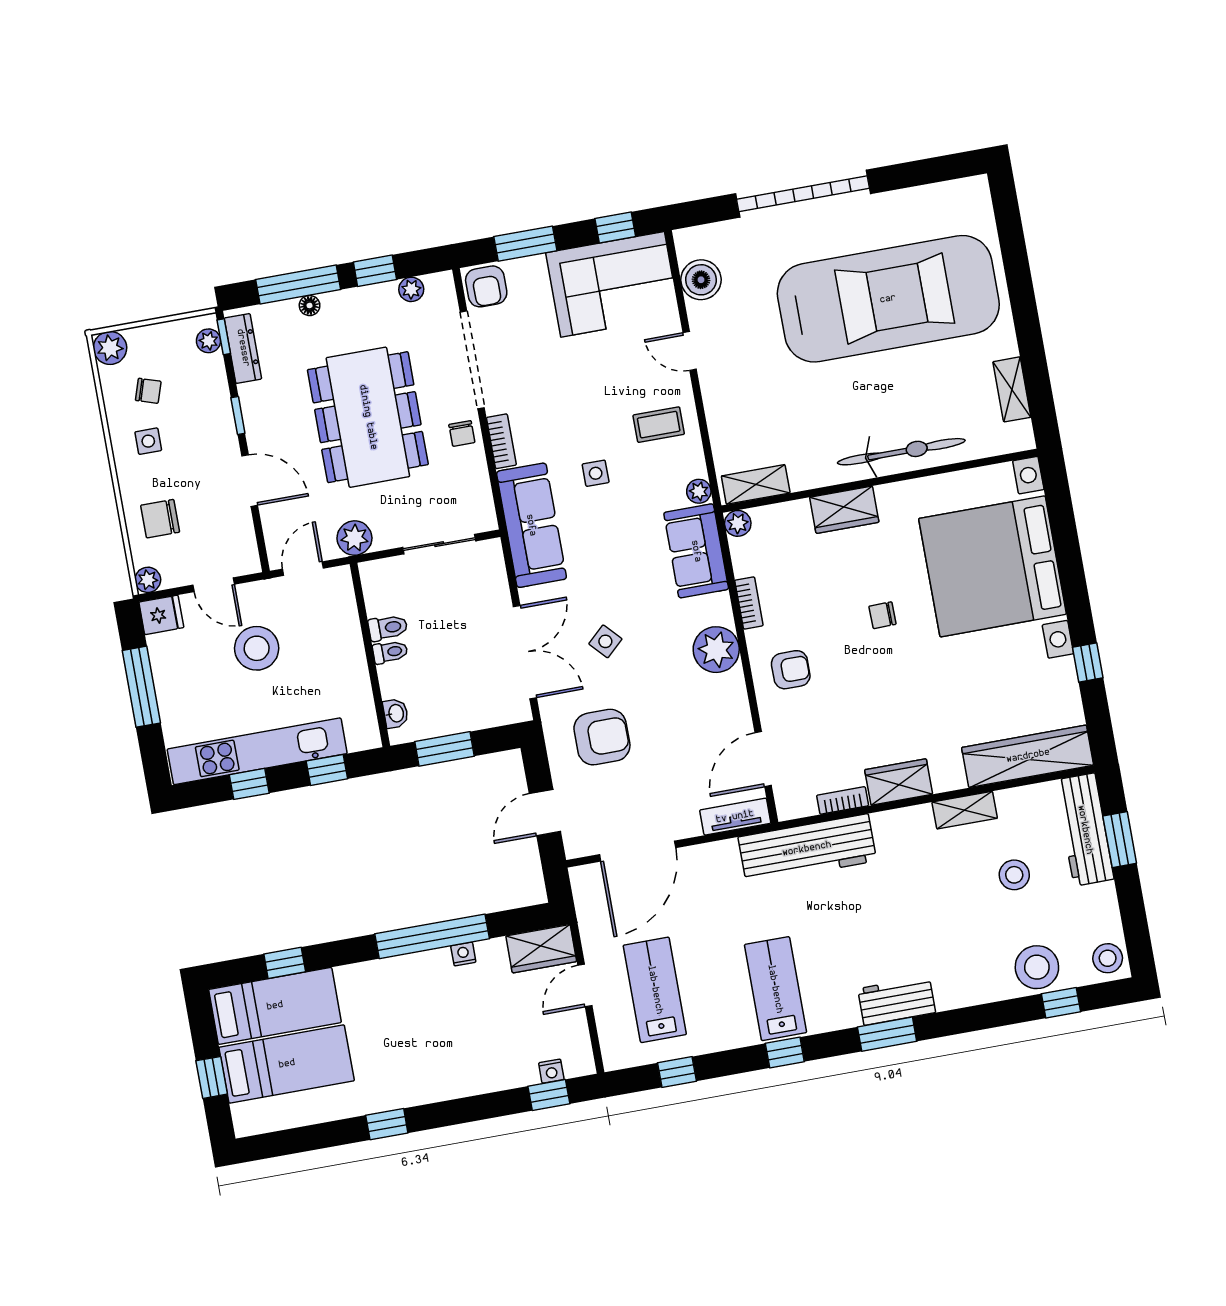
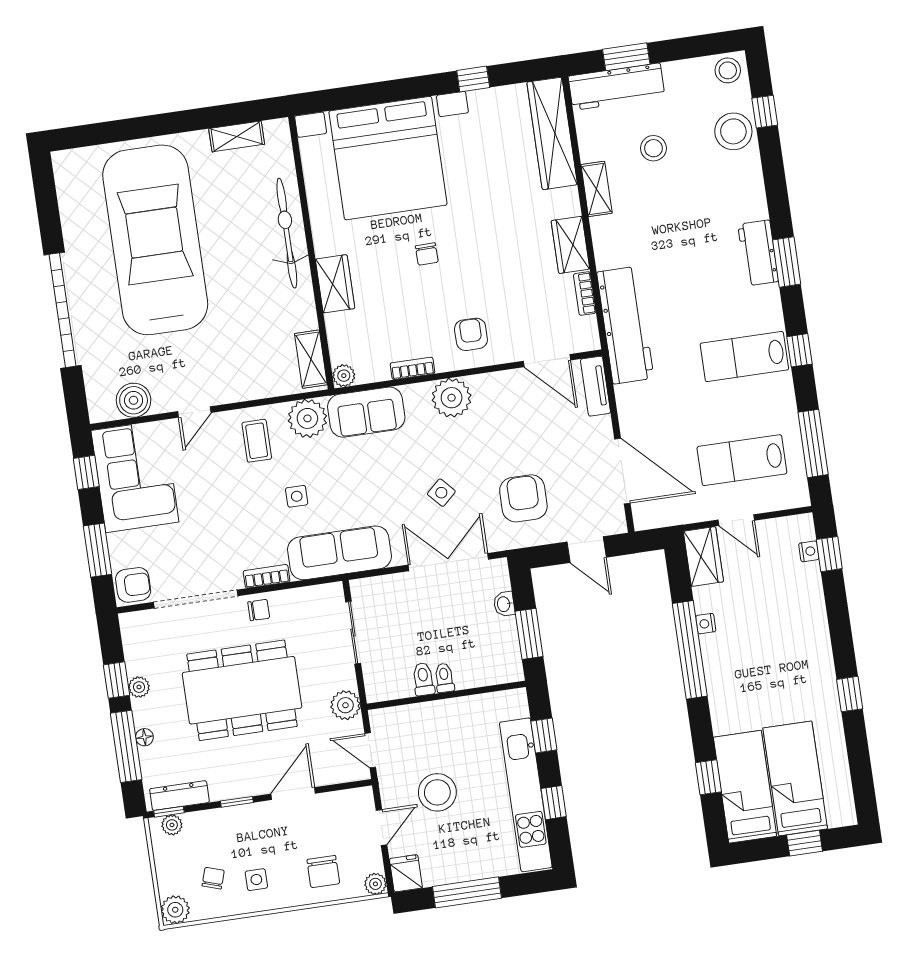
plant: (411, 289) -> (139, 687), moved
plant: (699, 491) -> (307, 418), width x1.88, depth x1.88
washbasin: (396, 713) -> (504, 604), moved, turned -90
window: (677, 1072) -> (813, 443), width x2.17

